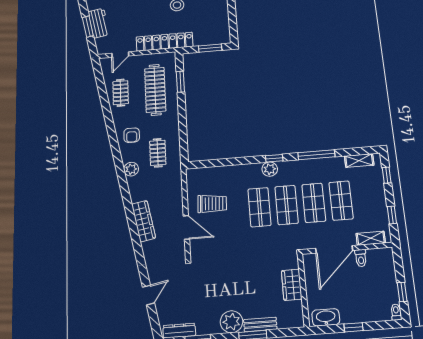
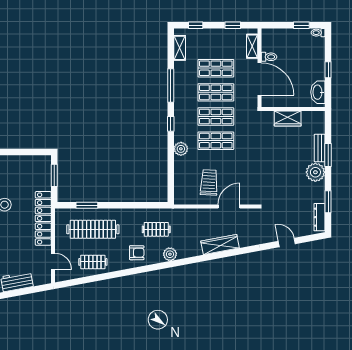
window: (88, 27) -> (20, 292), removed
plant: (270, 169) -> (181, 149), moved

